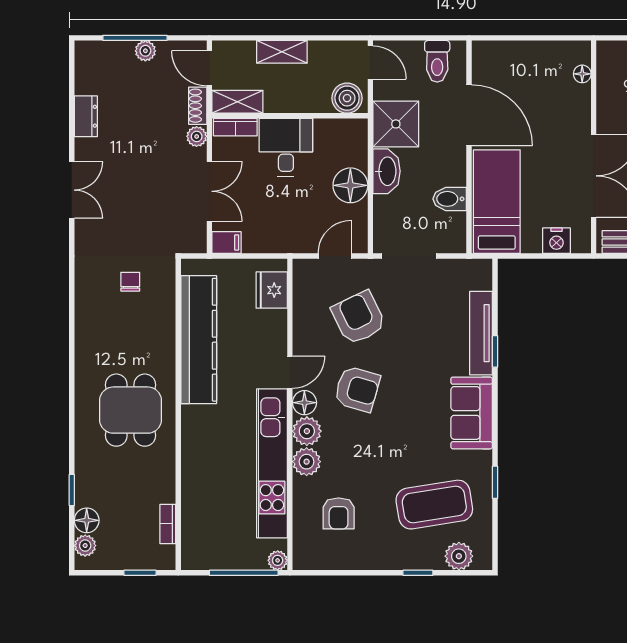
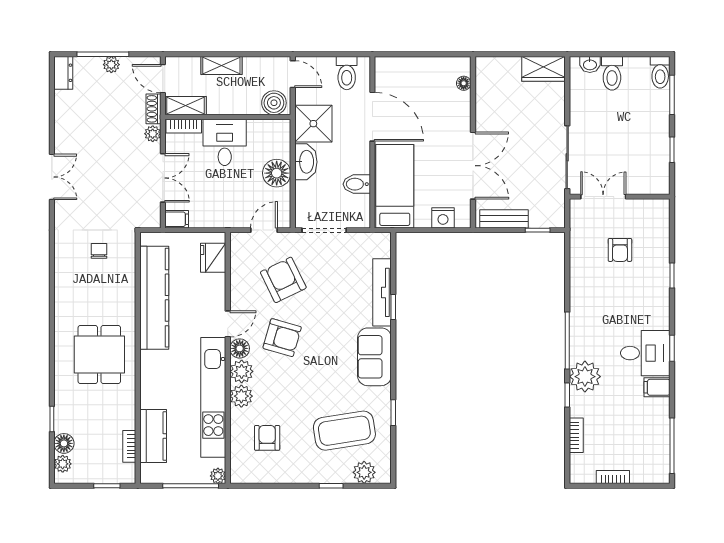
dresser: (86, 116) -> (63, 73), moved
kitchen counter: (197, 511) -> (153, 436), added
armchair: (339, 513) -> (267, 438), turned 180

